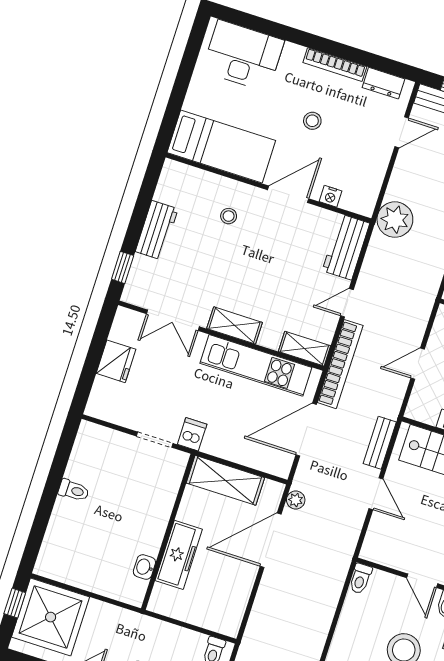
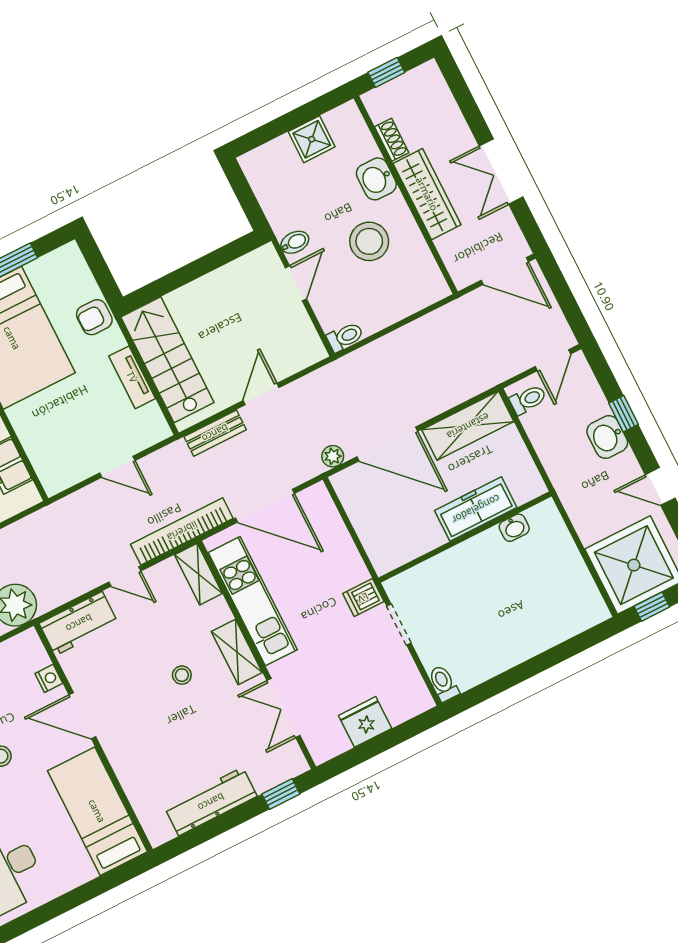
stool: (229, 216) -> (182, 675), moved
workbench: (157, 230) -> (211, 802), width x1.38
double door: (173, 320) -> (283, 708), swing flipped
shelving: (225, 480) -> (468, 426), moved, turned 90
toilet: (74, 490) -> (443, 683), moved

